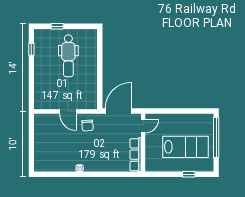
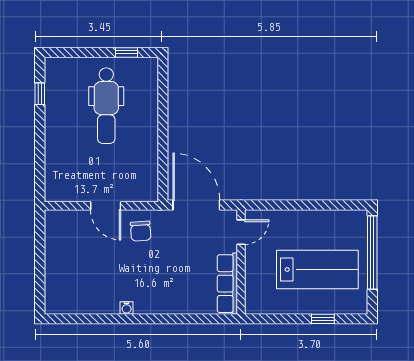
window: (57, 26) -> (126, 52), moved
door: (118, 111) -> (196, 205), hinge flipped

